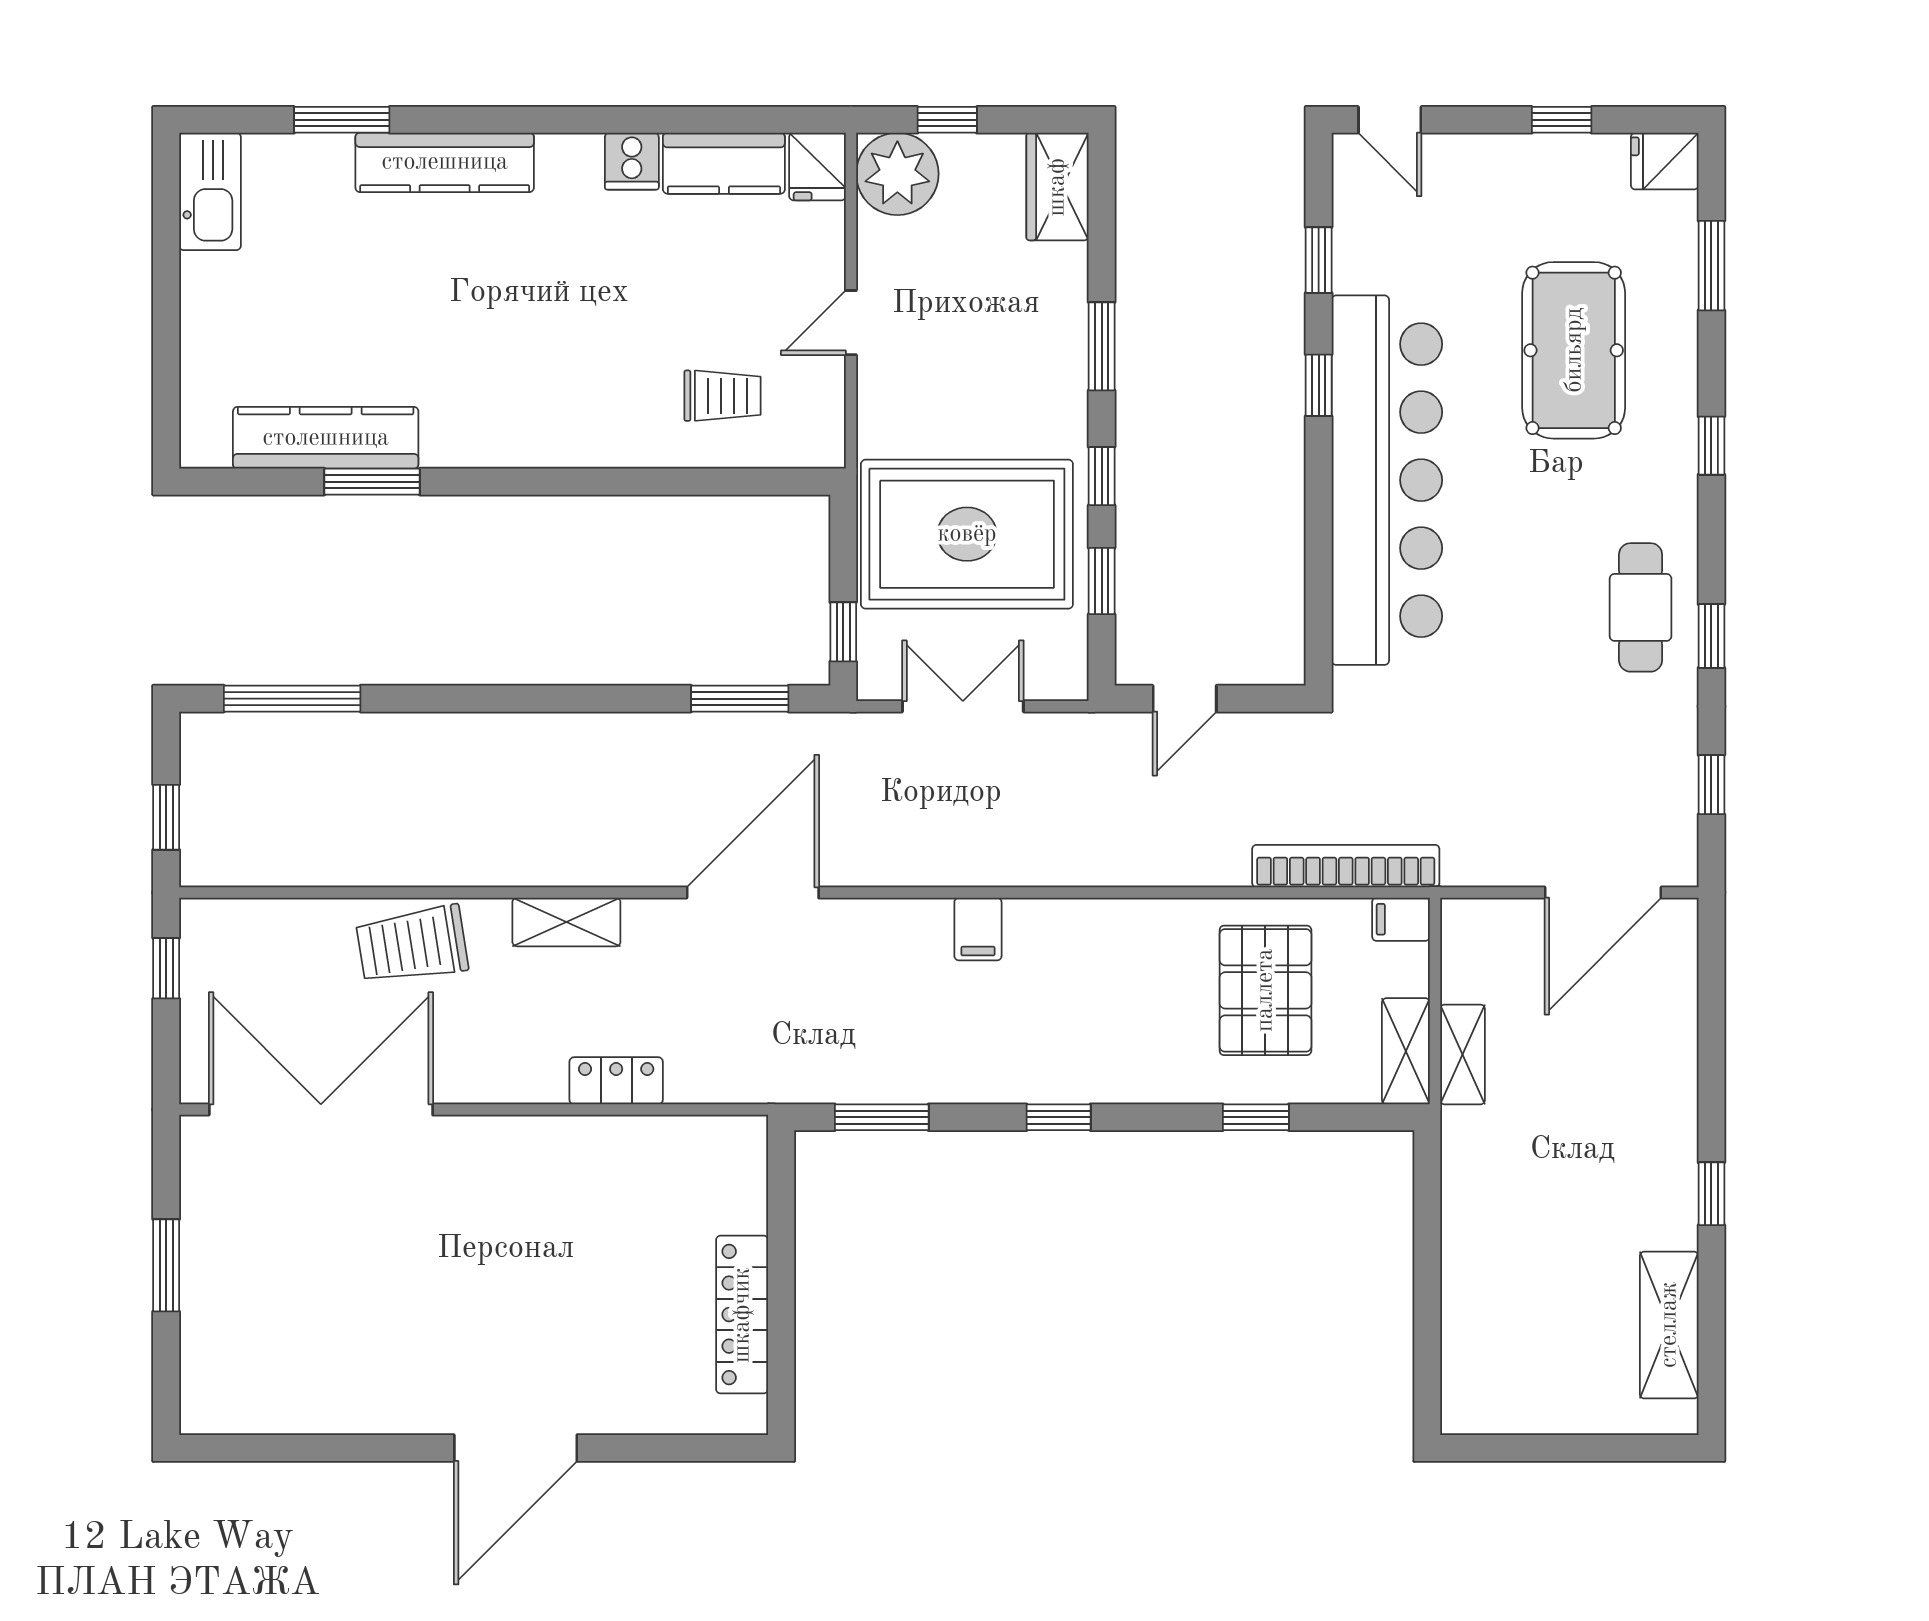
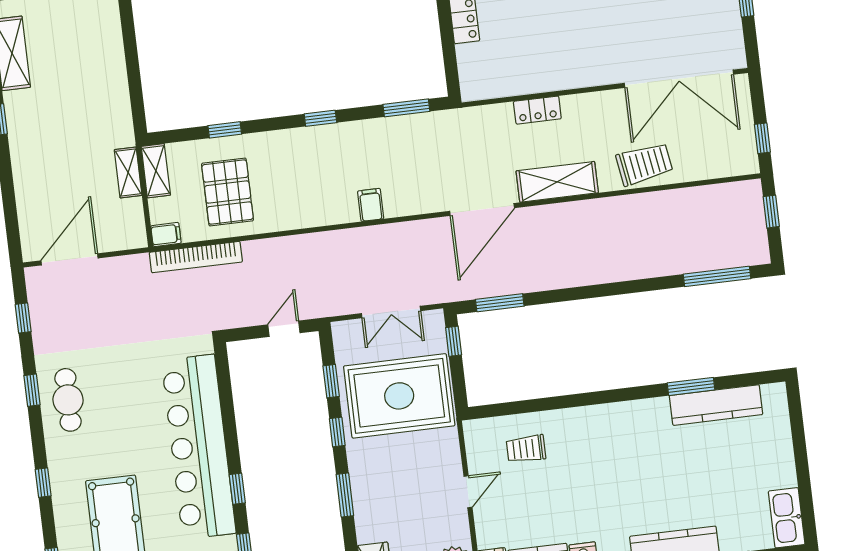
shelving: (566, 922) -> (557, 182), width x1.50, depth x1.33

